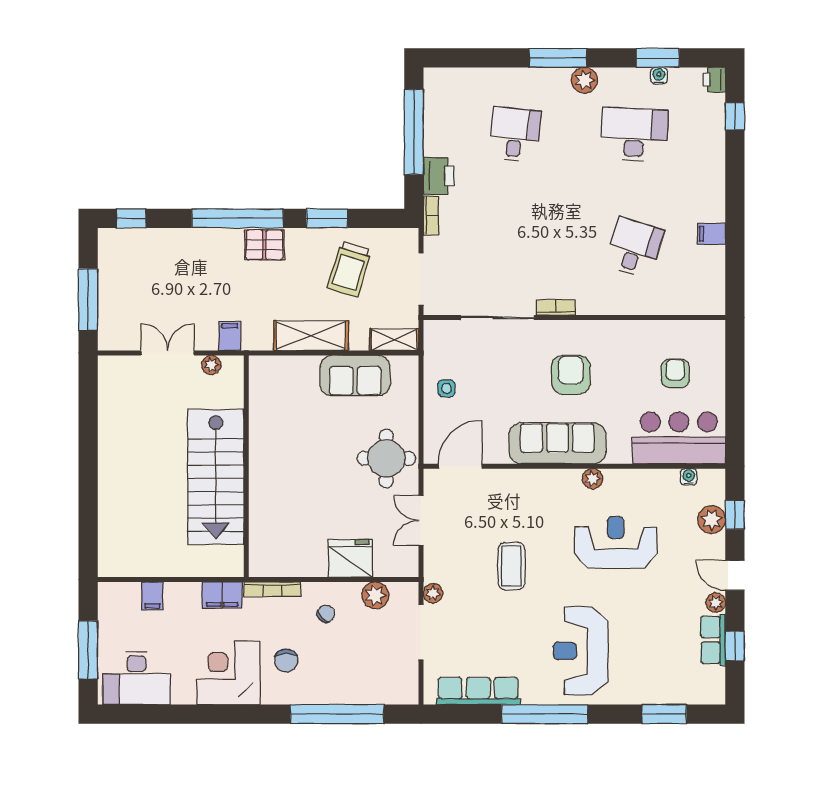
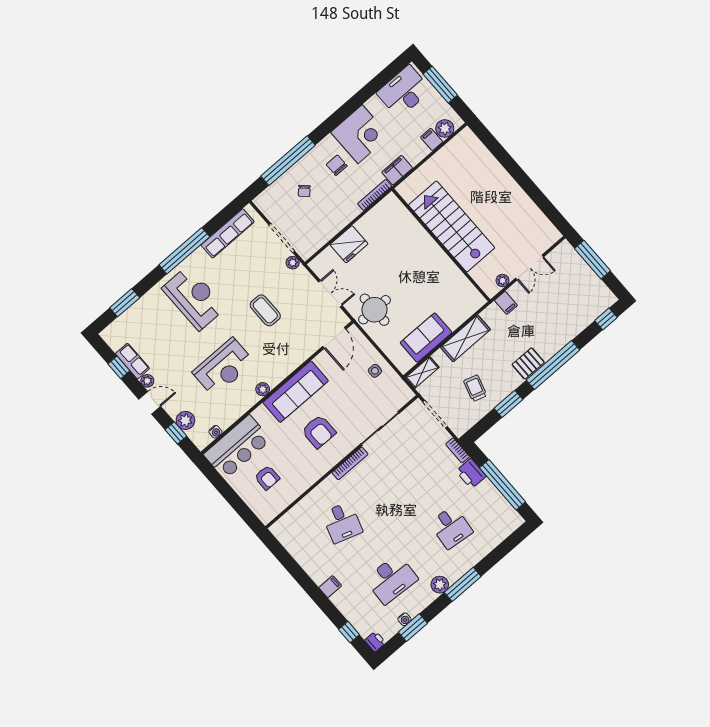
filing cabinet: (711, 234) -> (330, 587), moved
trolley: (349, 269) -> (475, 388), width x0.73, depth x0.72
bookcase: (556, 307) -> (350, 463), width x1.56
plant: (375, 595) -> (445, 128), moved
chair: (326, 614) -> (304, 191), moved

